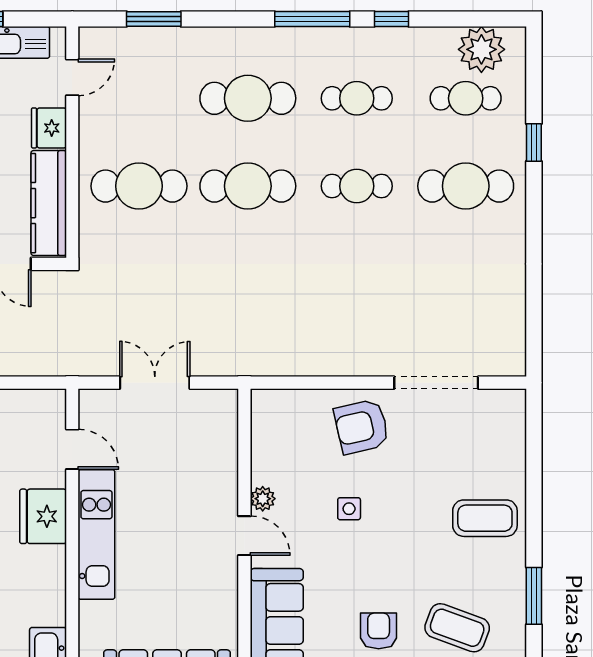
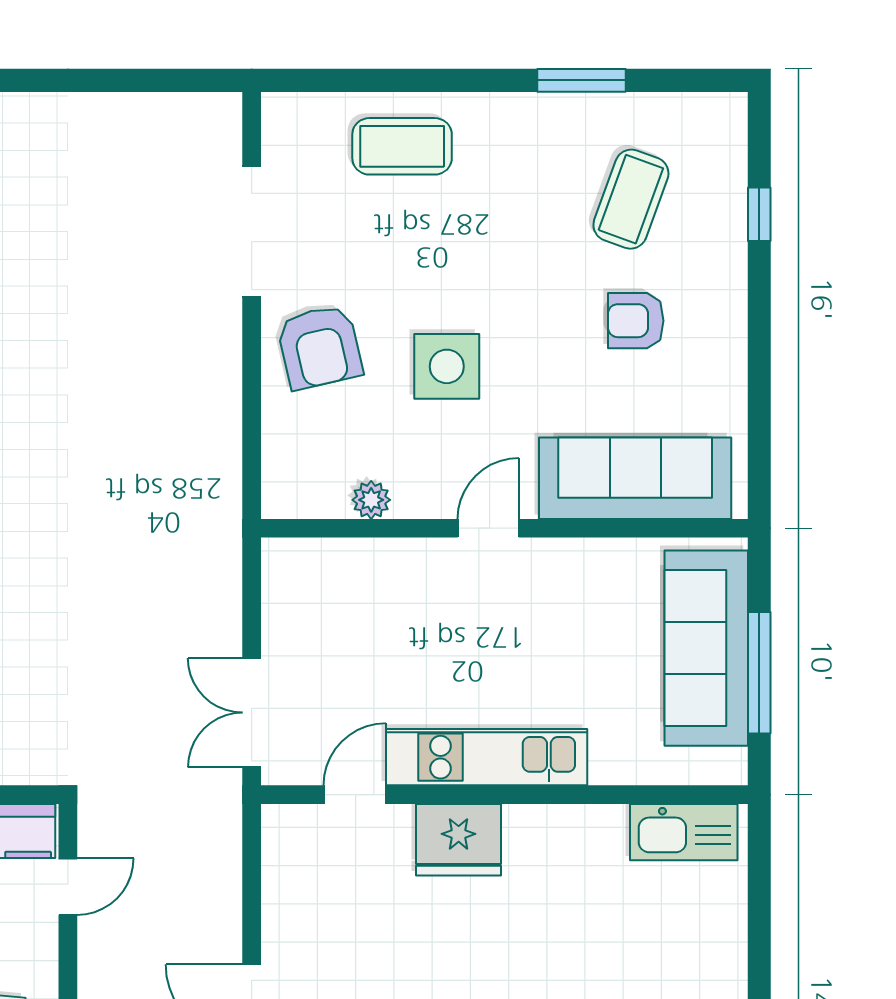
double door: (155, 383) -> (252, 713), moved
plant: (263, 499) -> (371, 500), moved
side table: (349, 509) -> (447, 366), width x1.87, depth x1.87
coffee table: (485, 518) -> (402, 146), moved, turned 90

